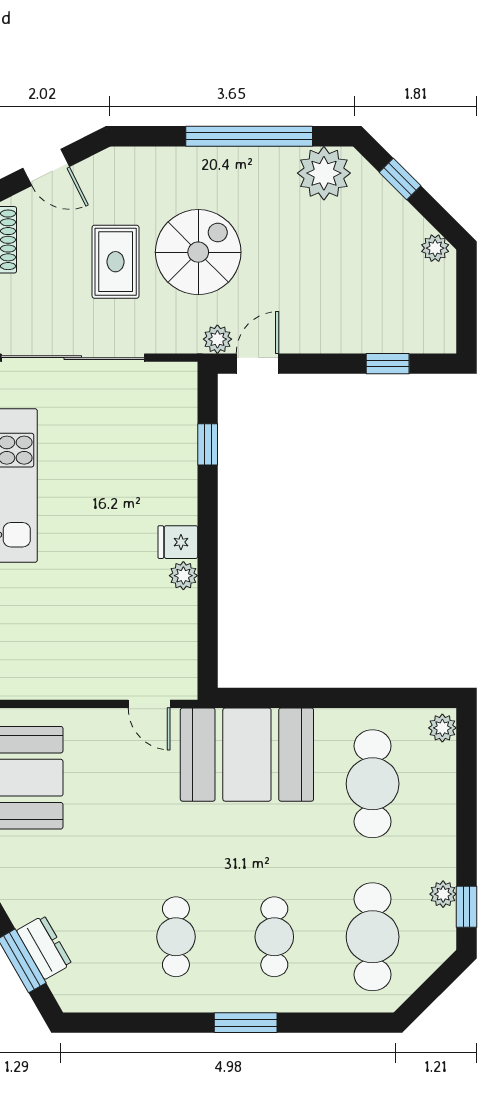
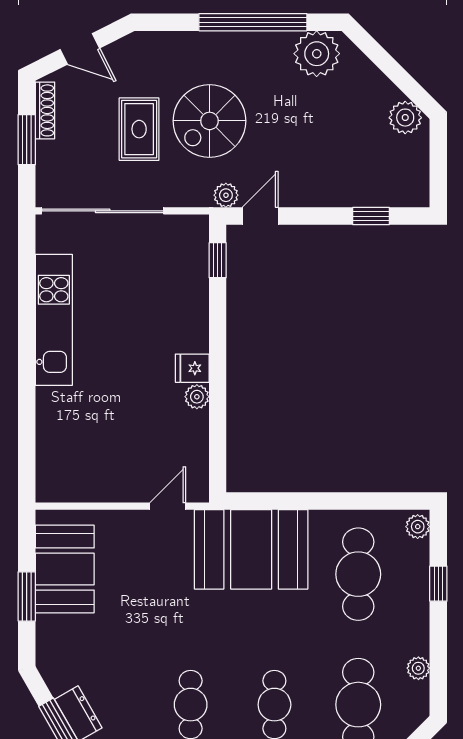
window: (400, 179) -> (382, 59), removed
plant: (435, 248) -> (405, 118), width x1.38, depth x1.38
spiral stairs: (198, 252) -> (210, 121), turned 180
window: (208, 444) -> (218, 260), moved
door: (149, 704) -> (168, 506), swing flipped
window: (467, 907) -> (438, 584), moved

